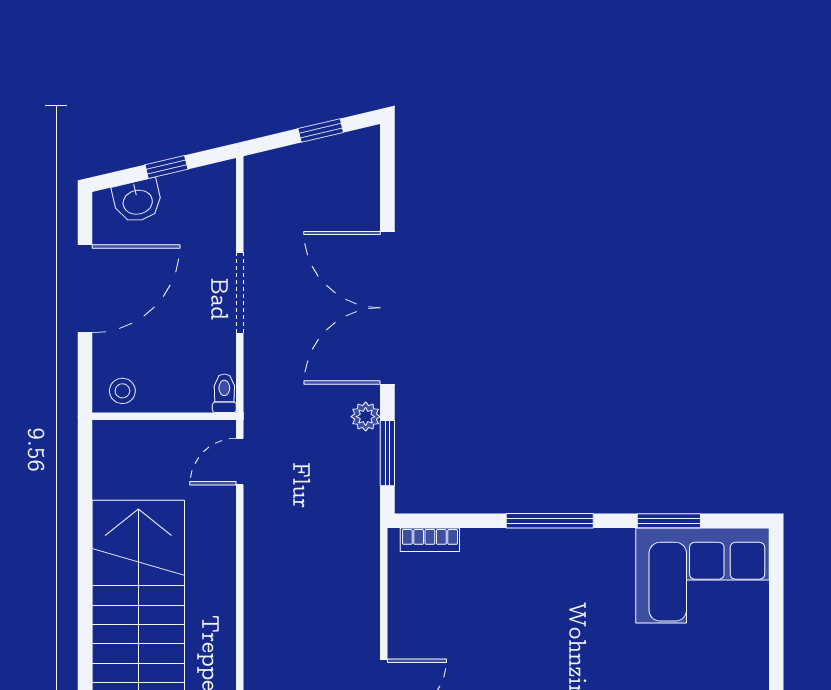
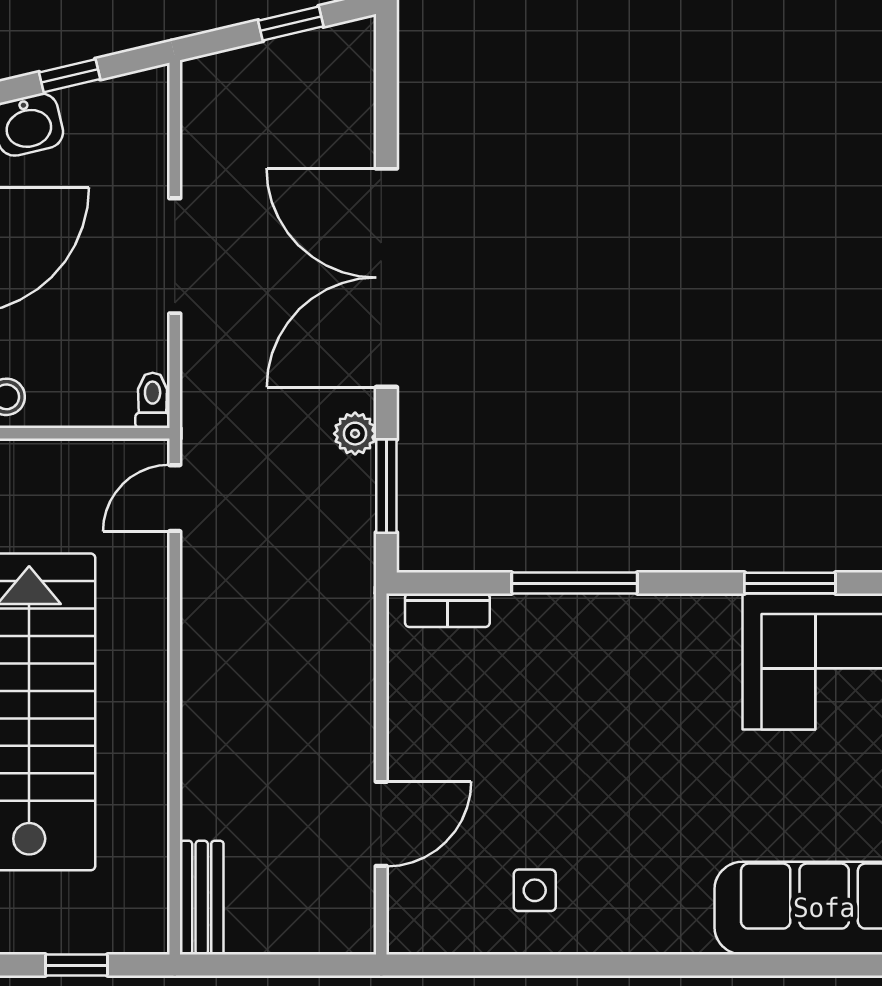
window: (550, 521) -> (574, 583), moved

